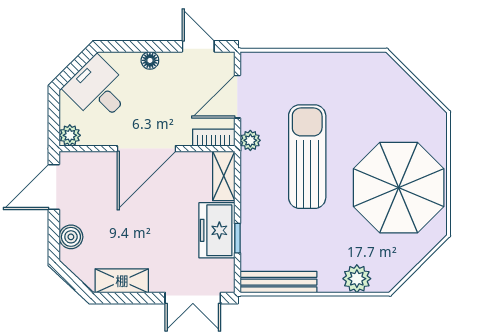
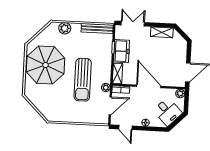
door: (146, 149) -> (149, 86), hinge flipped
boiler: (71, 237) -> (182, 52), removed

